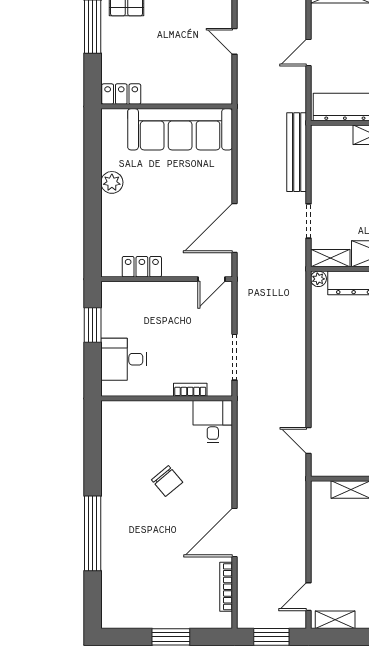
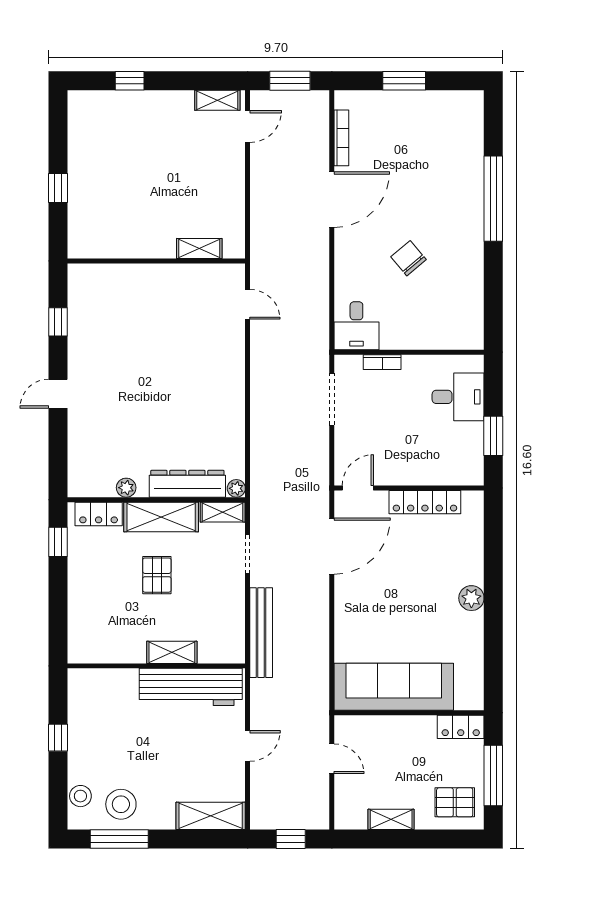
locker: (121, 94) -> (461, 727), moved
wall: (167, 106) -> (409, 713), moved
sofa: (180, 129) -> (394, 687), moved
locker: (142, 267) -> (425, 502), width x1.53

